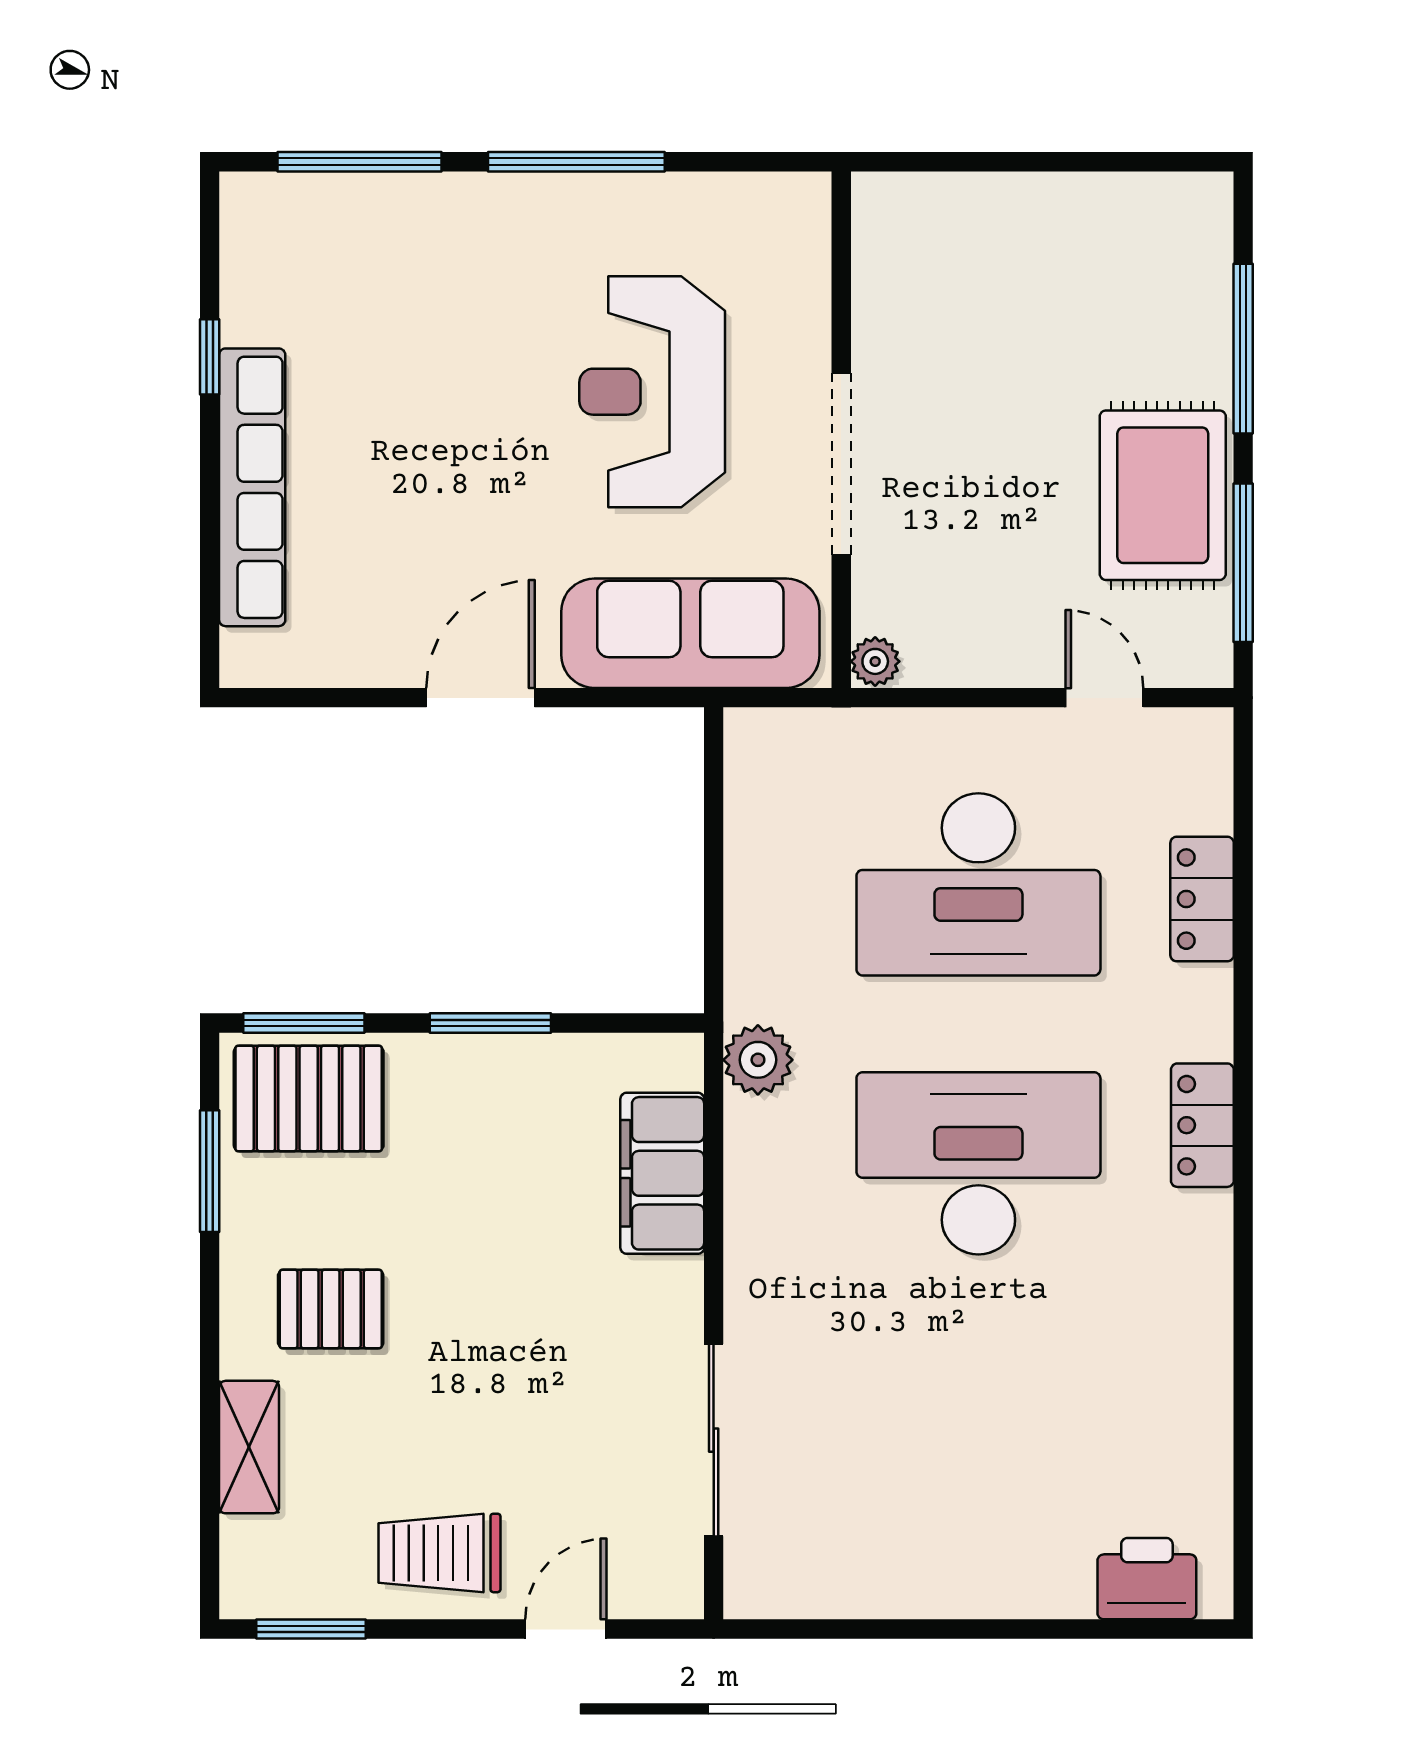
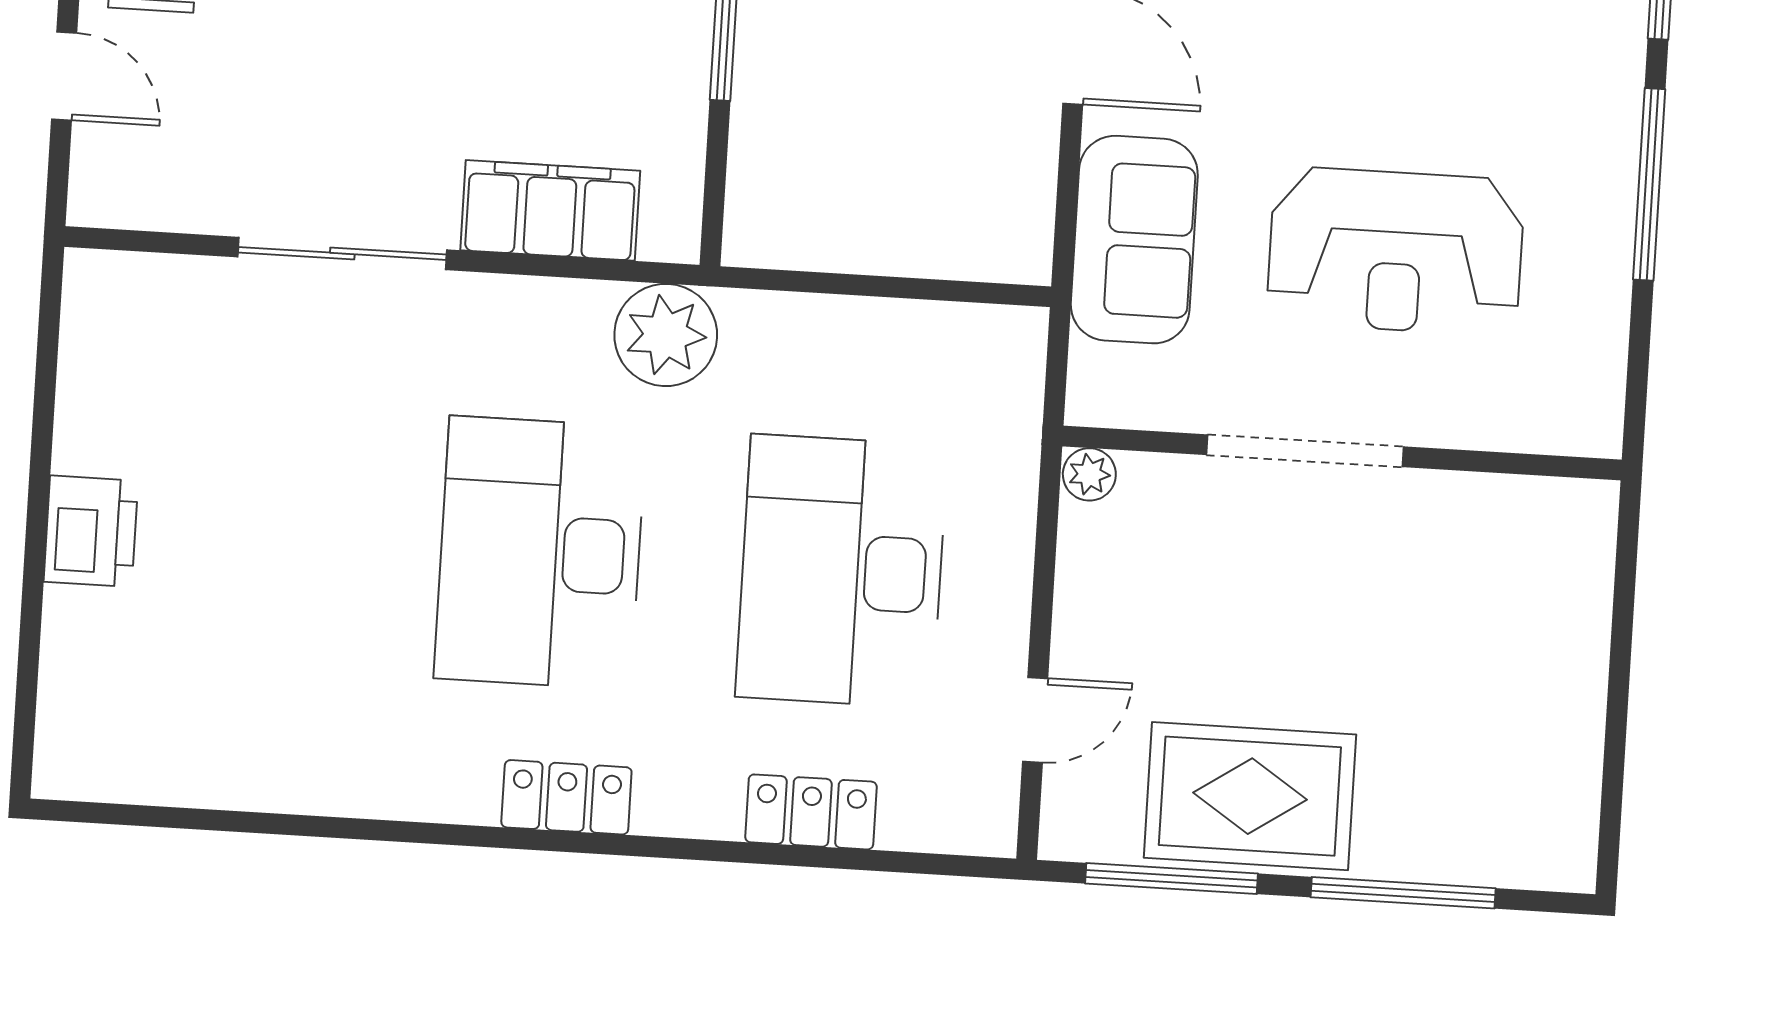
reception desk: (652, 392) -> (1396, 251), turned 180
sofa: (690, 633) -> (1134, 240), width x0.73
plant: (758, 1060) -> (666, 335), width x1.36, depth x1.36
desk: (978, 1163) -> (540, 553), turned 180
sliding door: (714, 1440) -> (342, 253), moved
printer: (1147, 1579) -> (91, 531), moved

